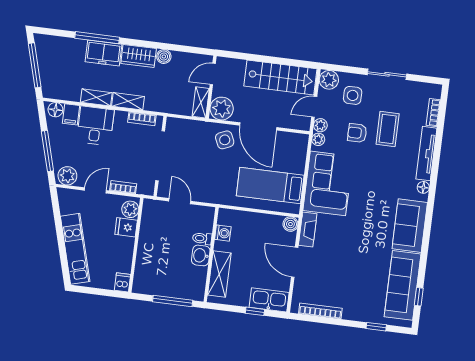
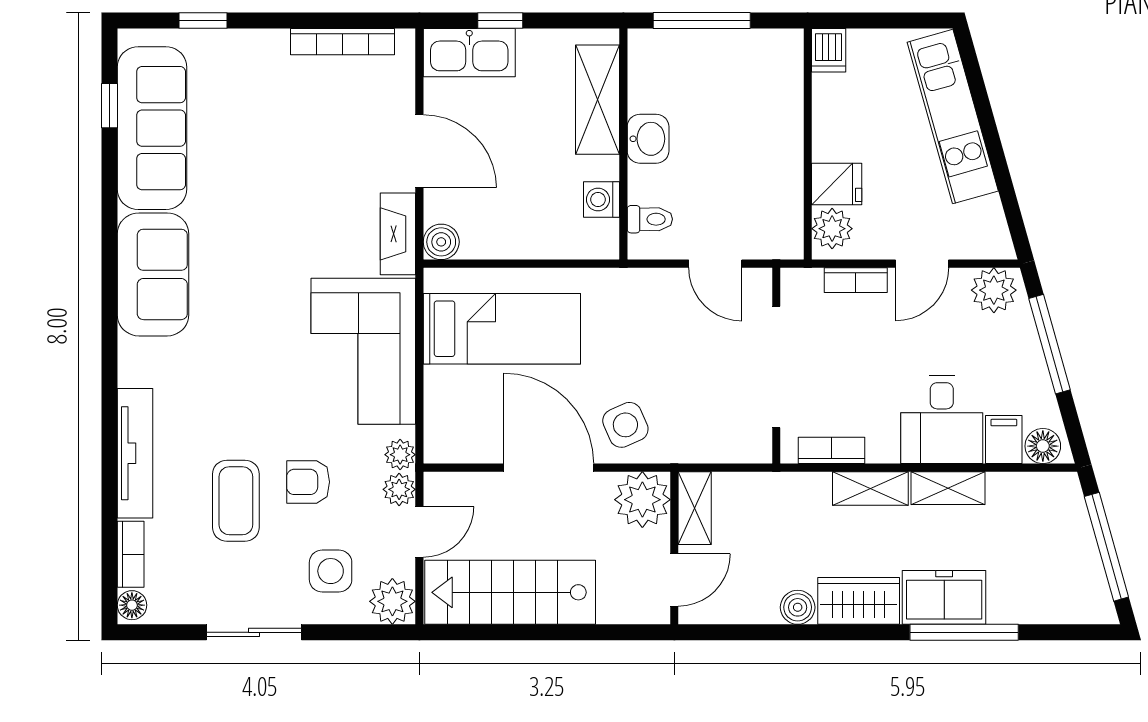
armchair: (357, 133) -> (308, 482), turned 180
floor lamp: (423, 187) -> (132, 605), moved
toilet: (202, 238) -> (650, 219), moved

